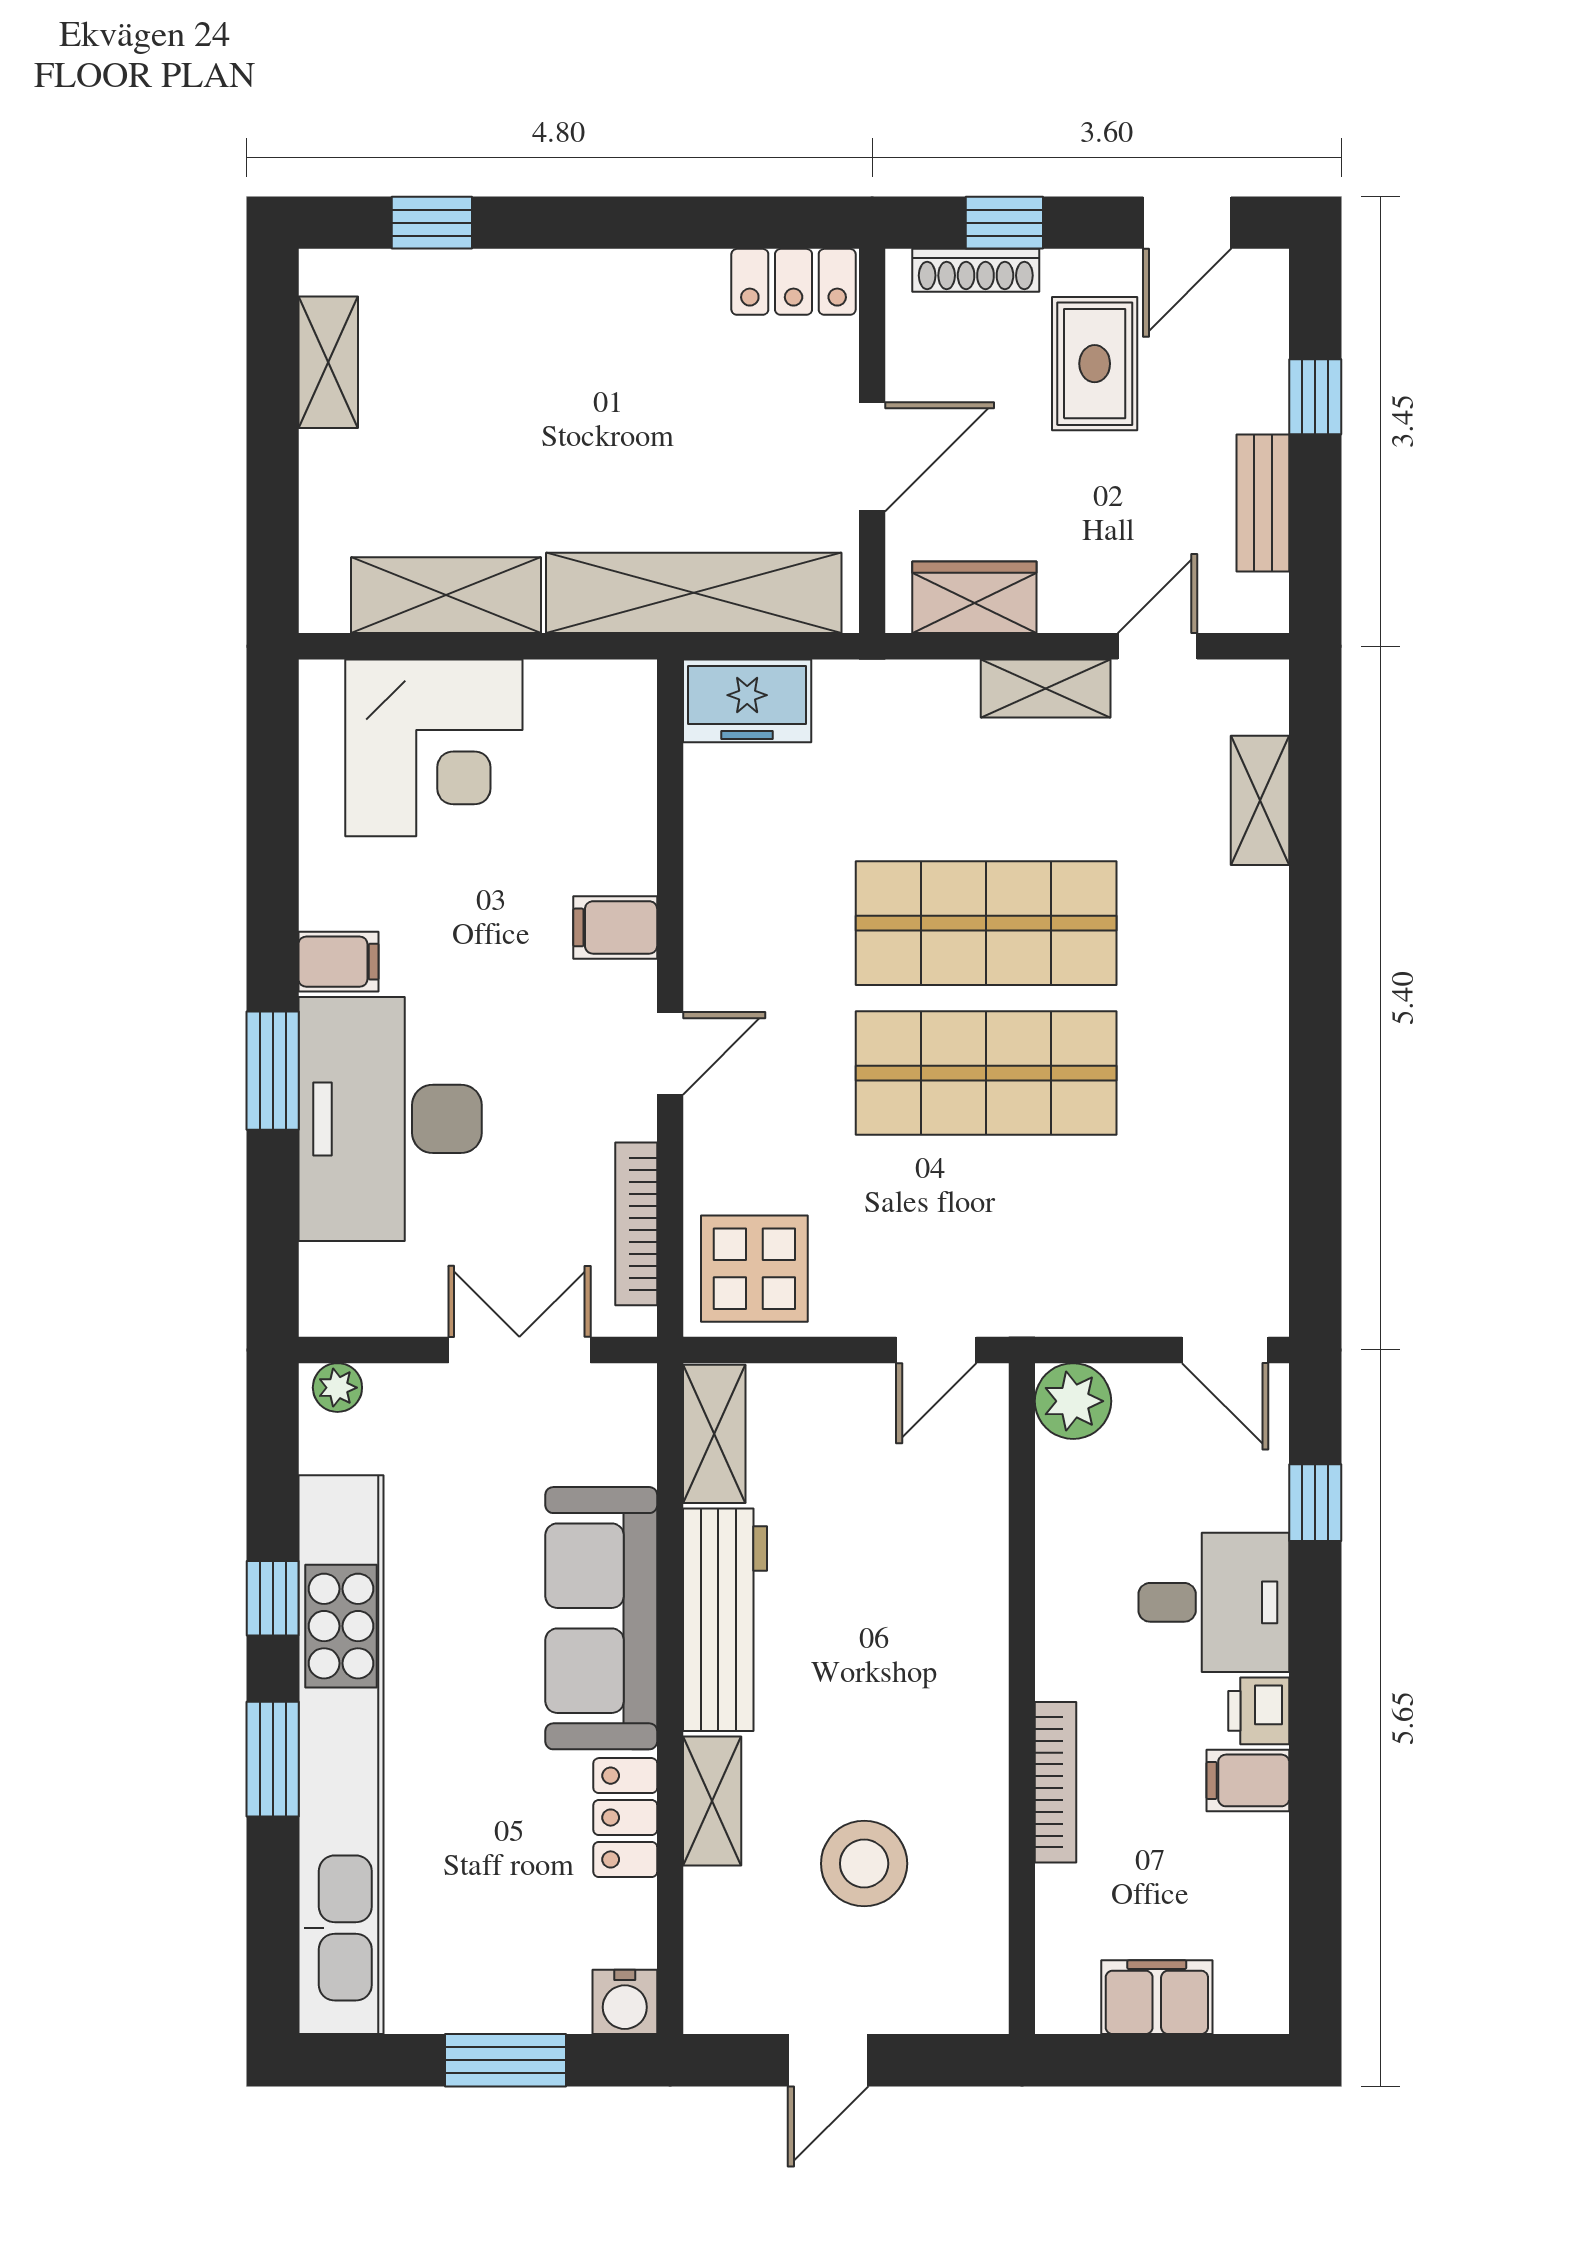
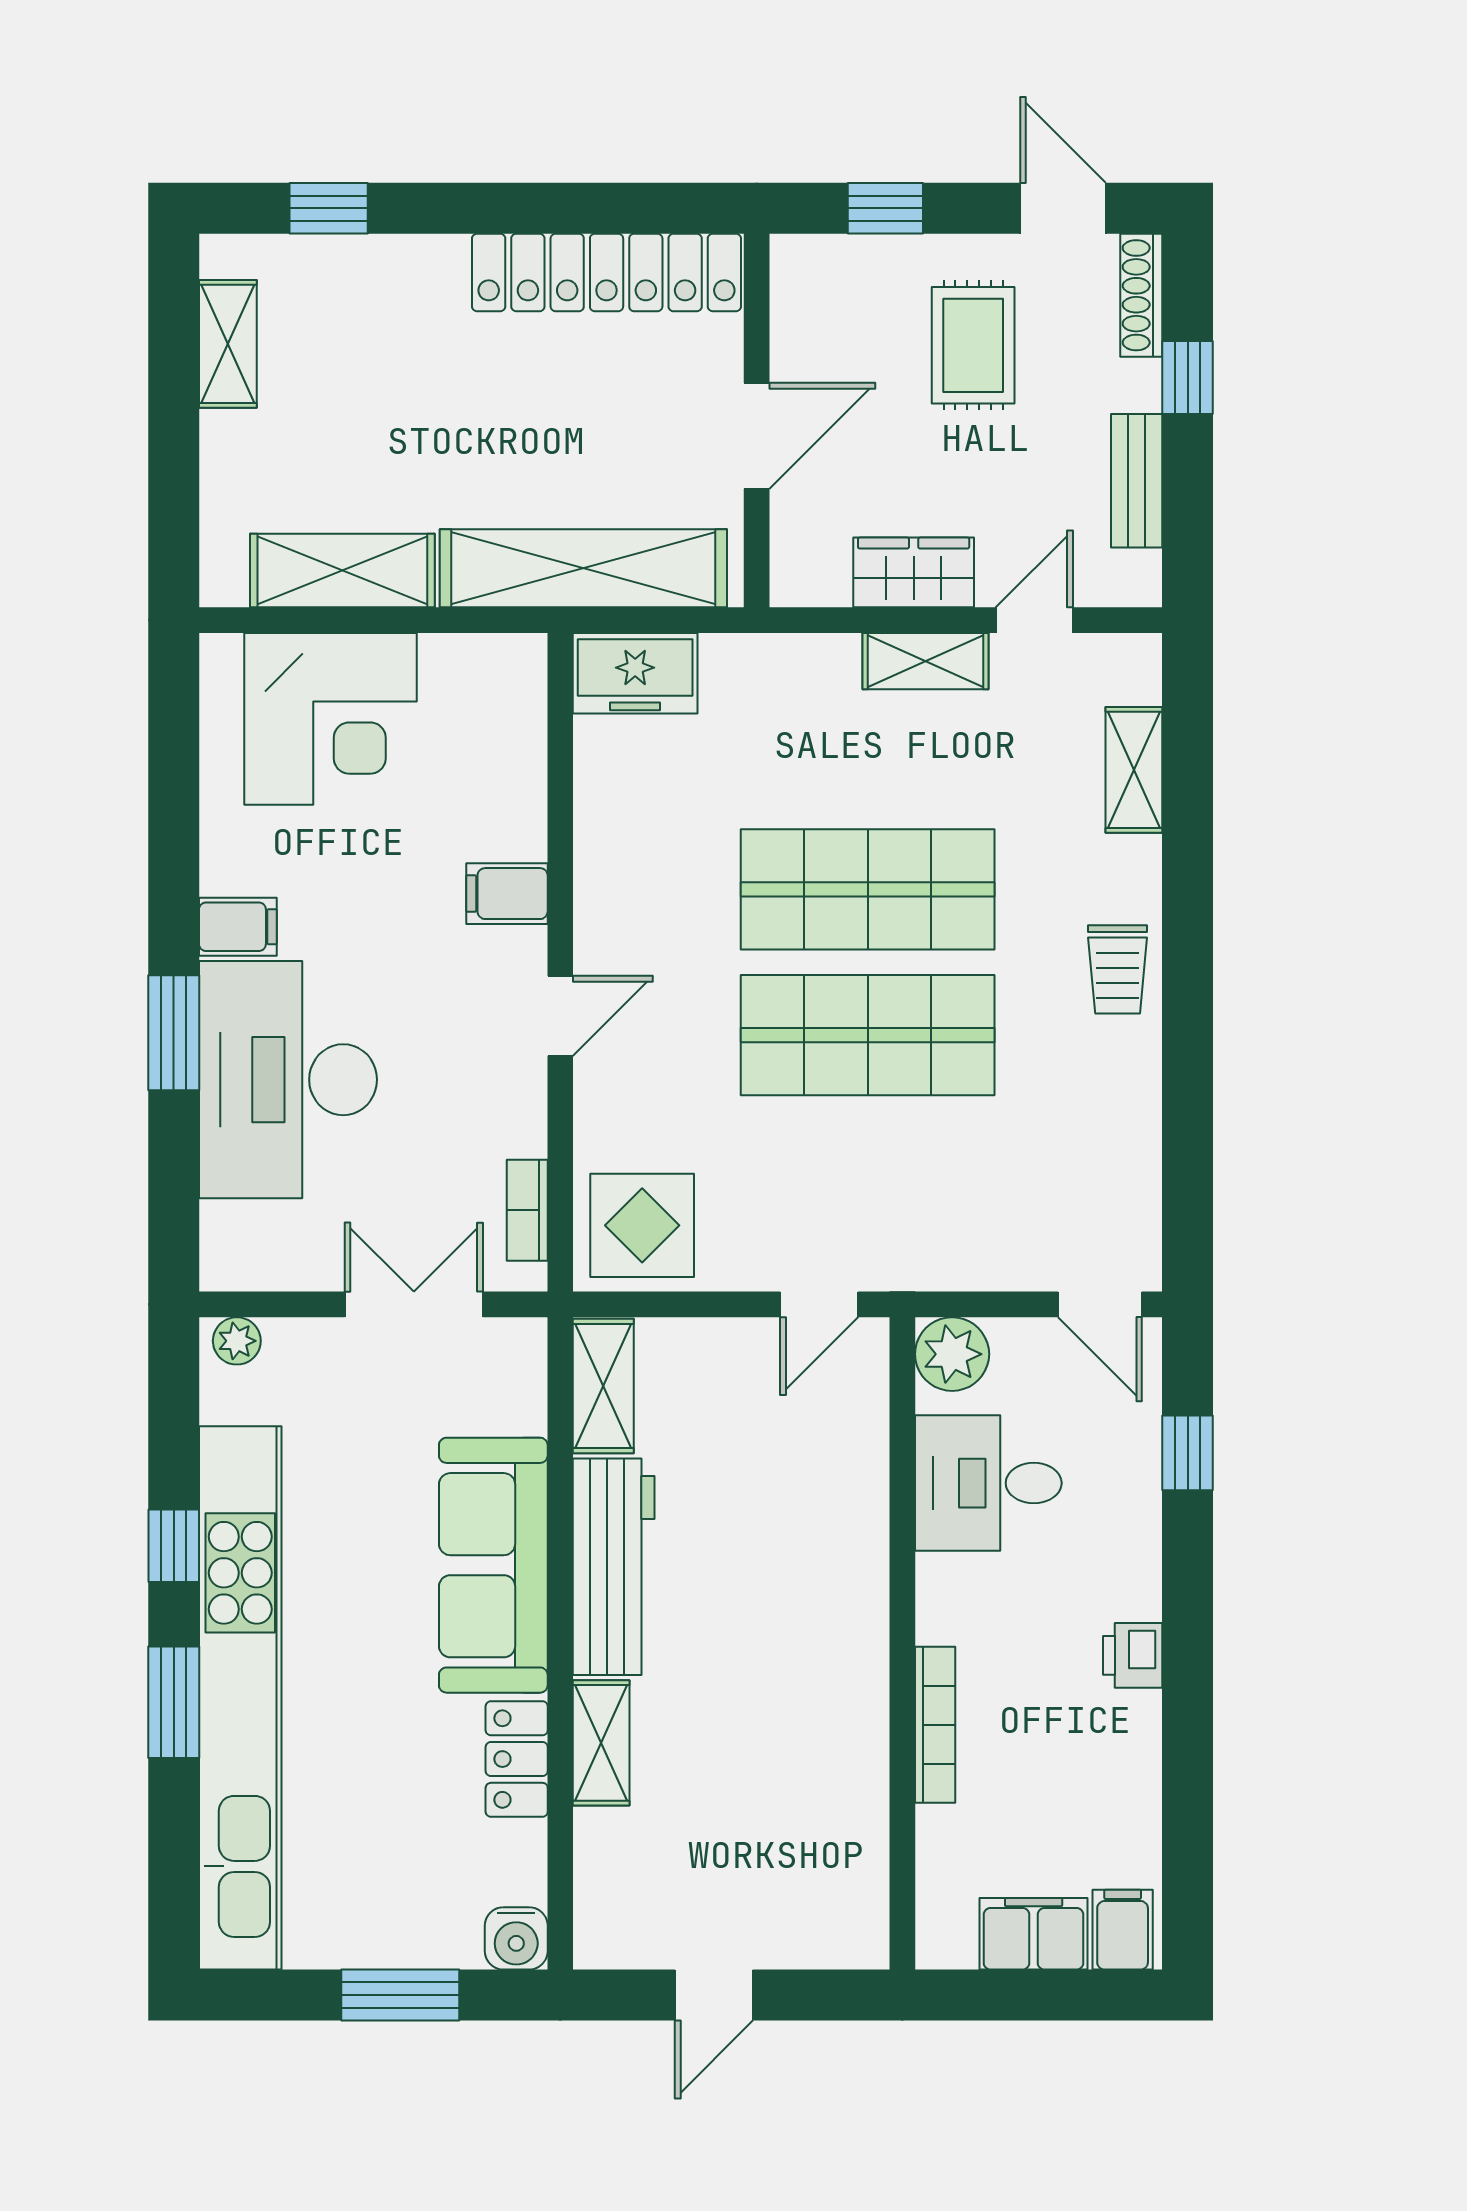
door: (1187, 223) -> (1063, 208), swing flipped
shoe rack: (976, 270) -> (1141, 295), moved, turned 90
locker: (794, 282) -> (607, 272), width x2.16, depth x1.21
wardrobe: (974, 597) -> (914, 572), moved
trolley: (1243, 1005) -> (1118, 969), added
bookcase: (636, 1224) -> (527, 1210), width x0.64
desk: (1214, 1602) -> (988, 1483), moved, turned 180
filing cabinet: (1248, 1780) -> (1123, 1930), moved, turned 90
stool: (864, 1864) -> (749, 1804), removed

